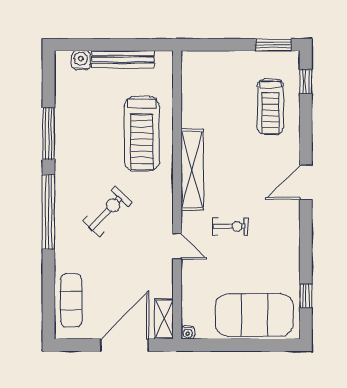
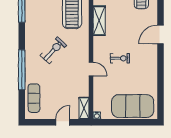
shelving: (192, 170) -> (99, 21), width x0.68
window: (48, 212) -> (22, 70), moved
window: (306, 296) -> (160, 96), removed
door: (125, 345) -> (63, 122), width x0.53

